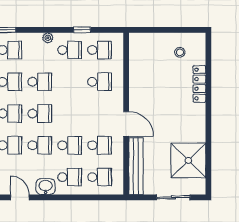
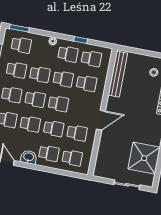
school desk: (70, 82) -> (63, 79), added
school desk: (70, 114) -> (58, 104), added
door: (126, 124) -> (101, 120), hinge flipped
bench: (136, 166) -> (118, 74), moved

